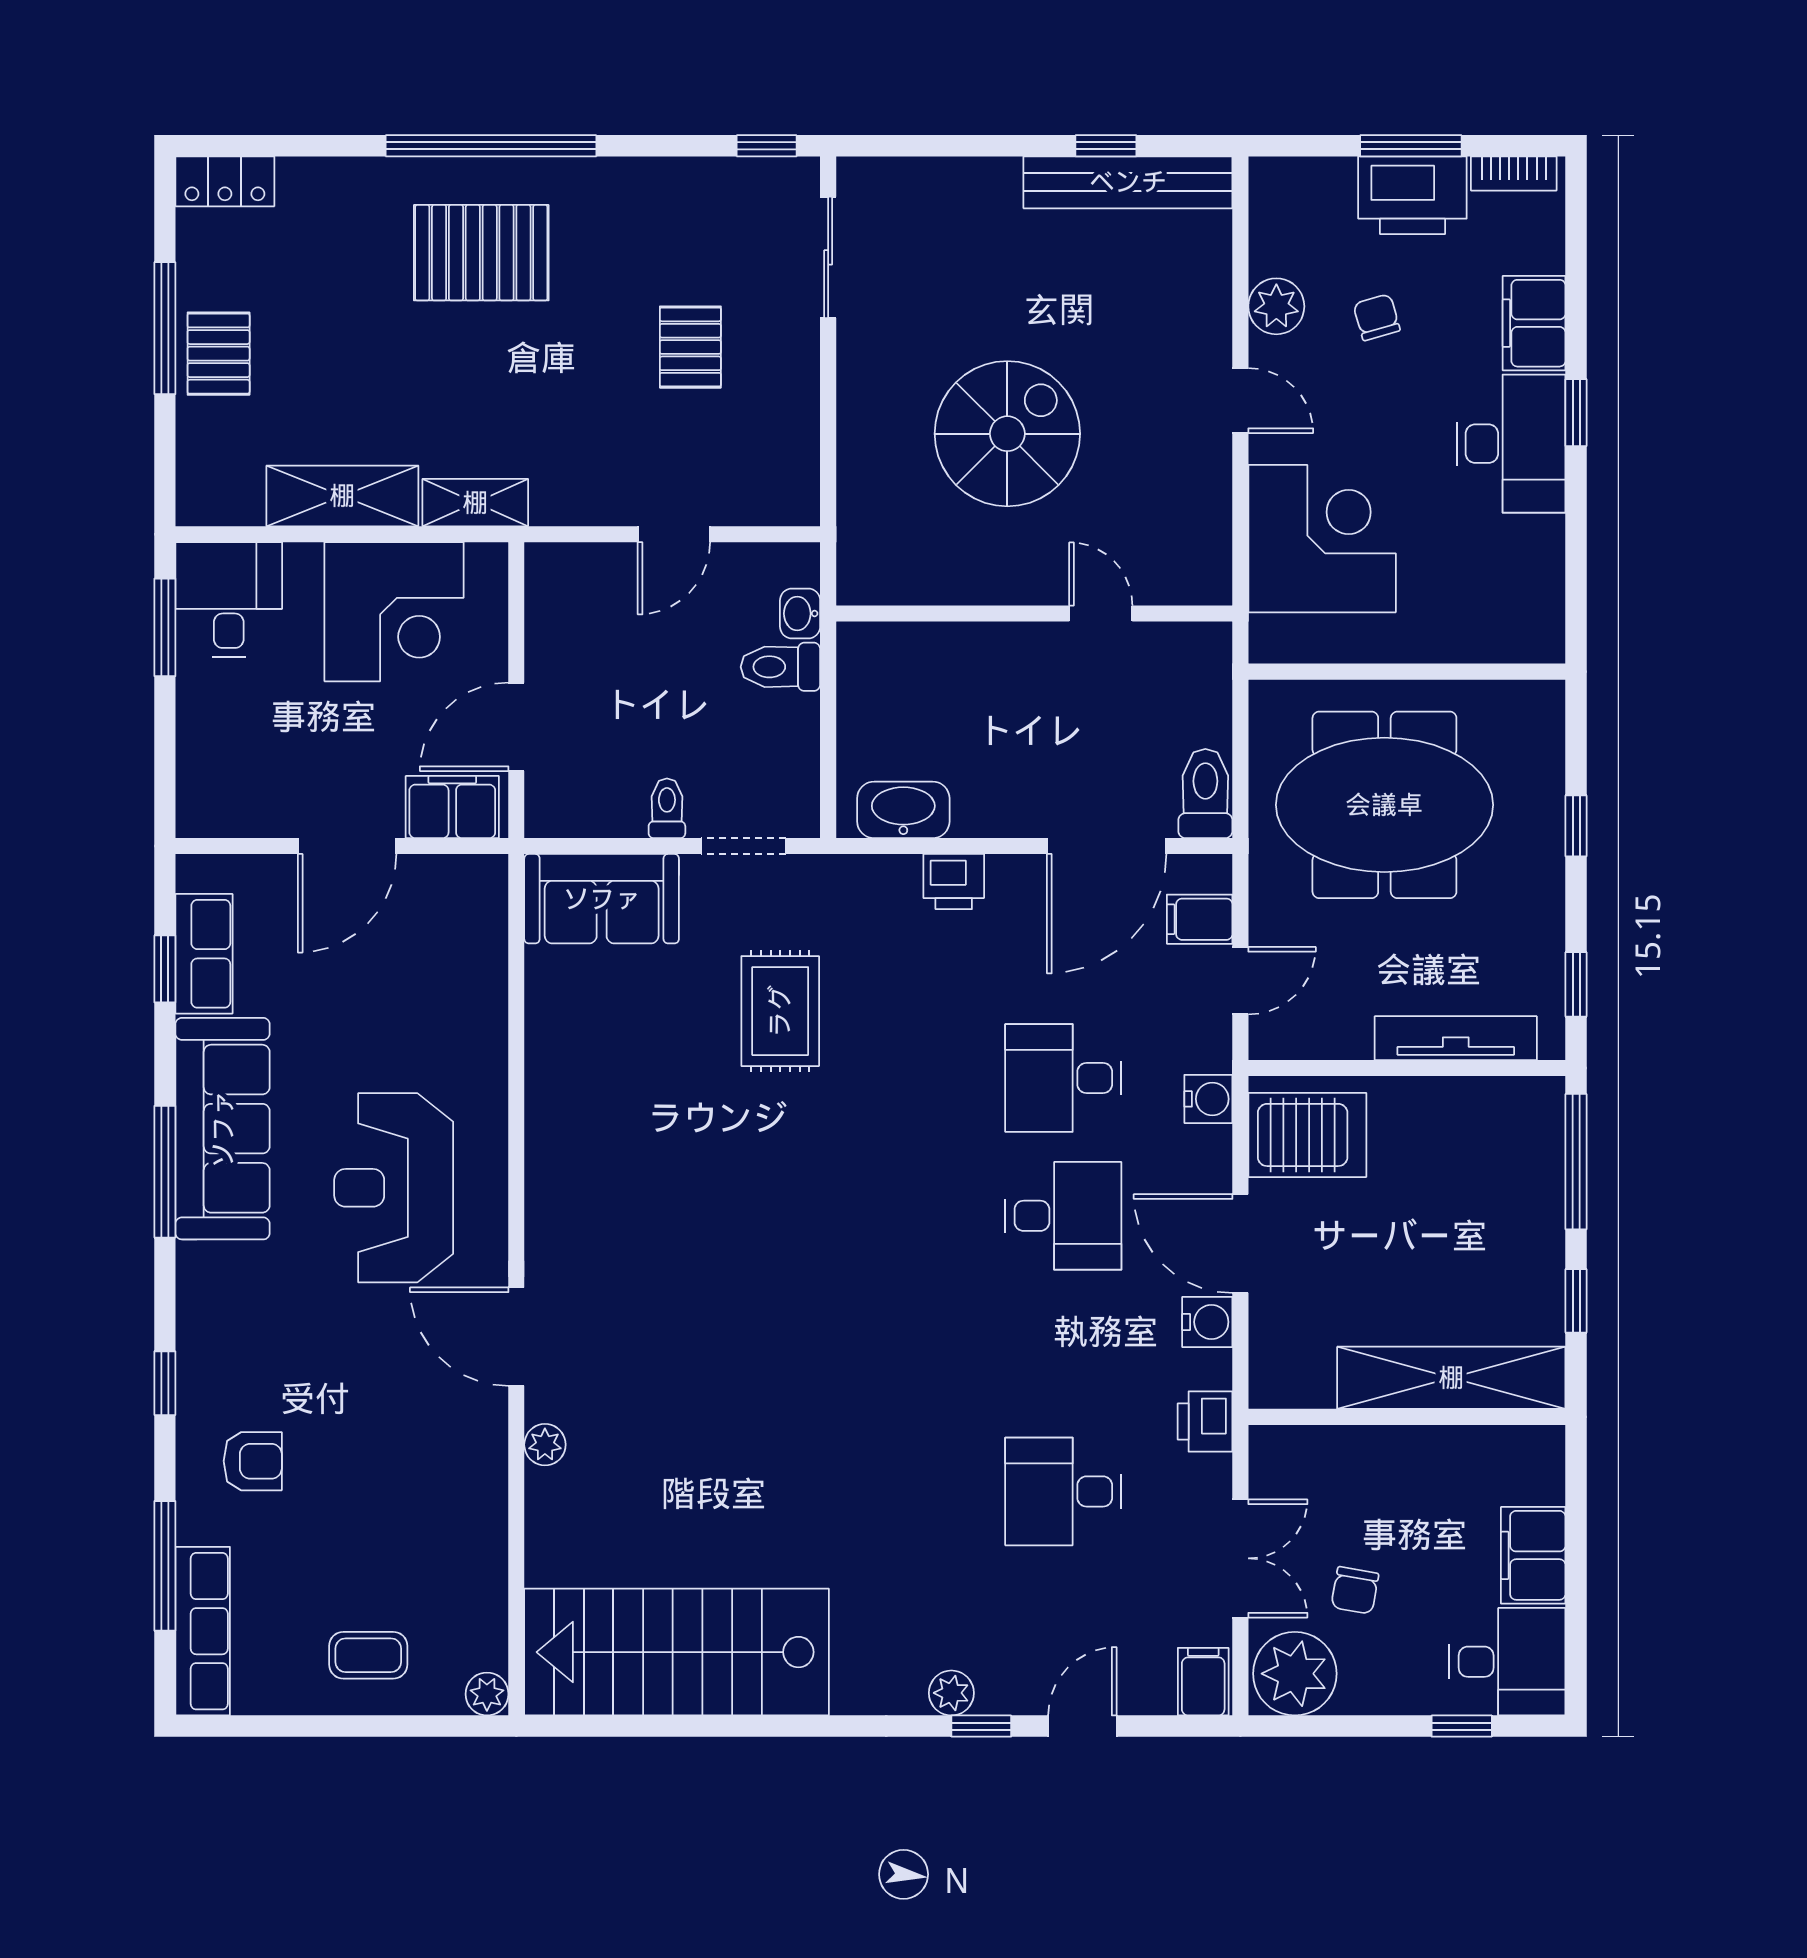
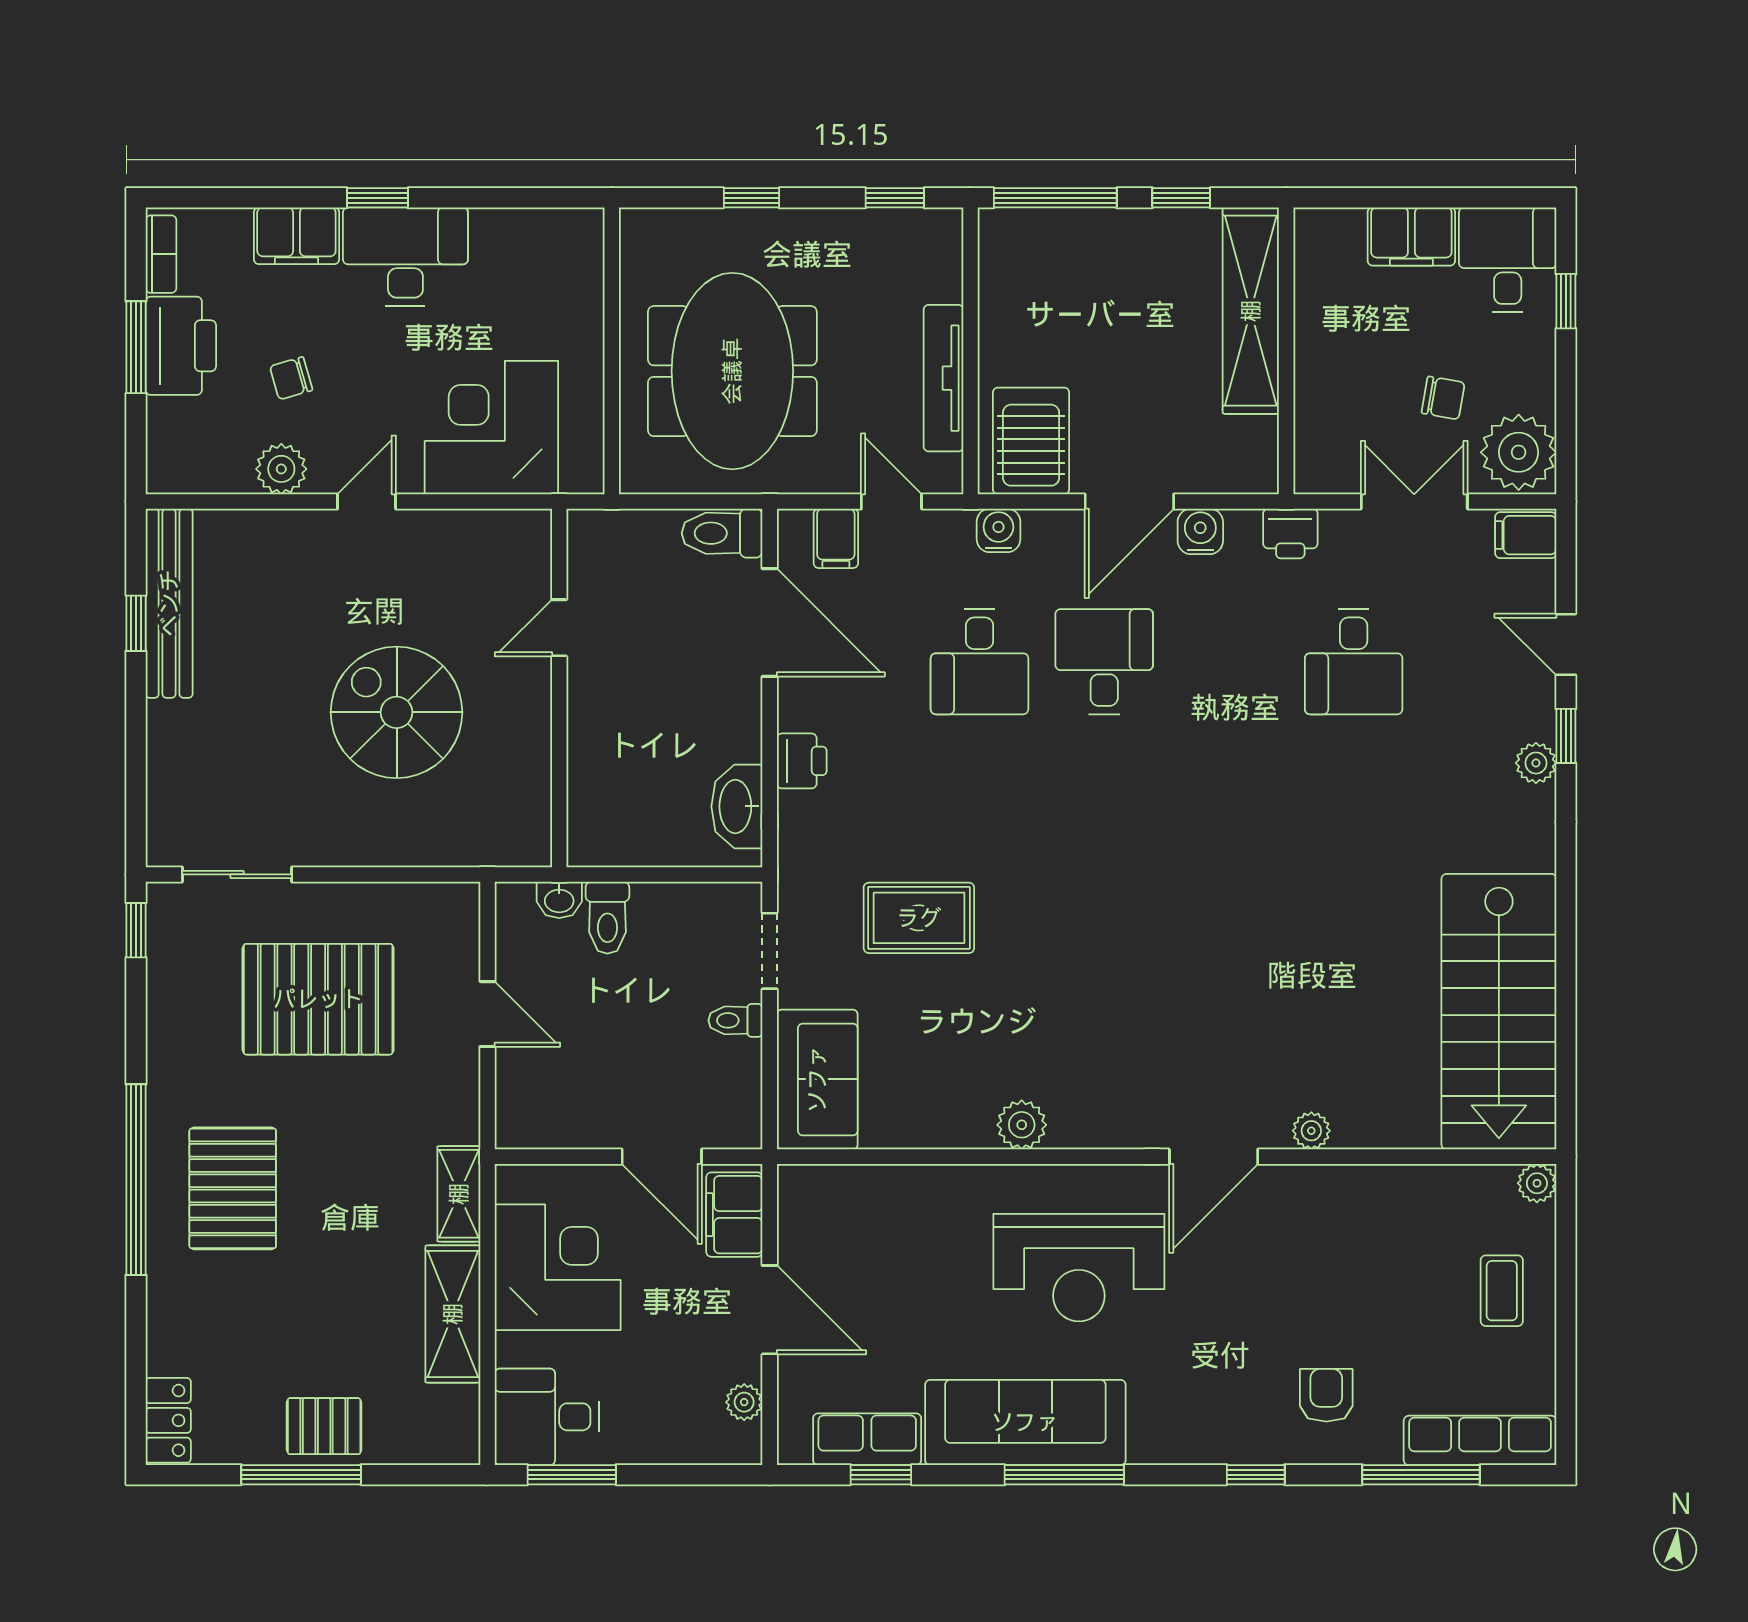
pallet: (690, 347) -> (318, 999), width x2.05, depth x2.00
plant: (245, 818) -> (744, 1402), added
tv unit: (1456, 1038) -> (943, 378), moved
plant: (552, 1125) -> (1022, 1125), added

